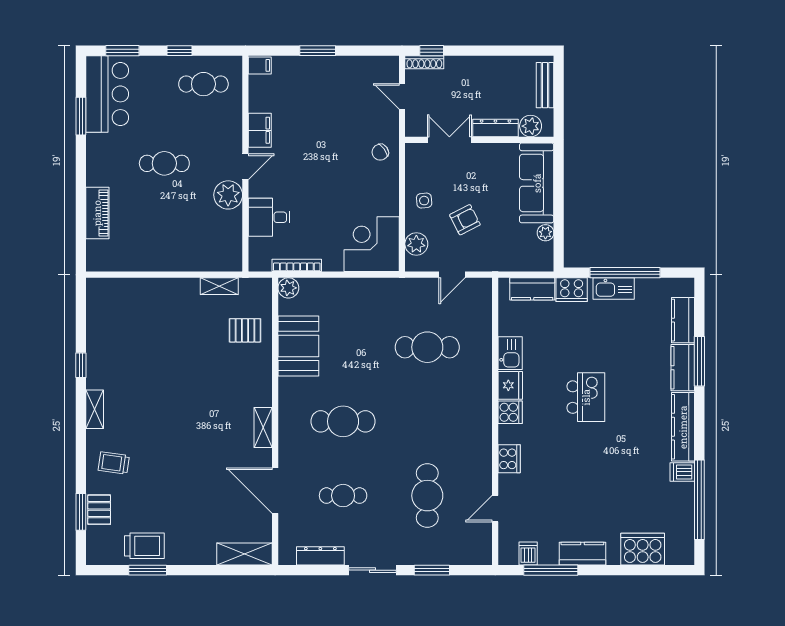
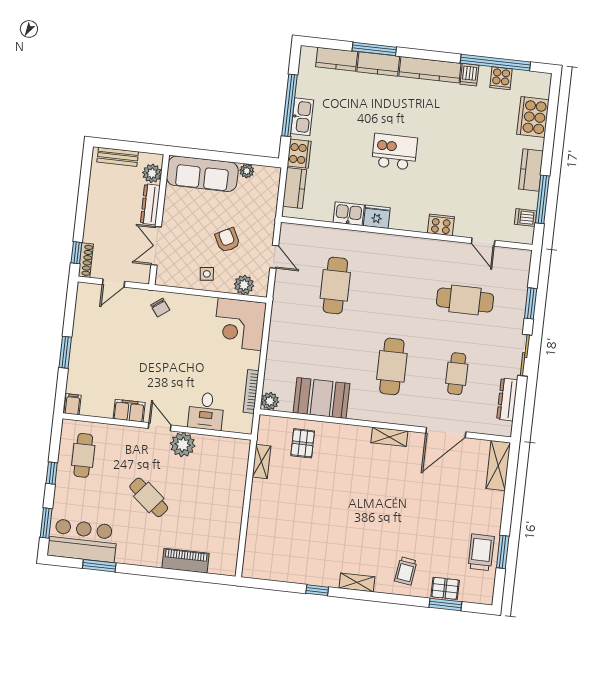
cafe table: (164, 163) -> (149, 497), turned -50
cooker: (510, 412) -> (501, 78), moved, turned 180

